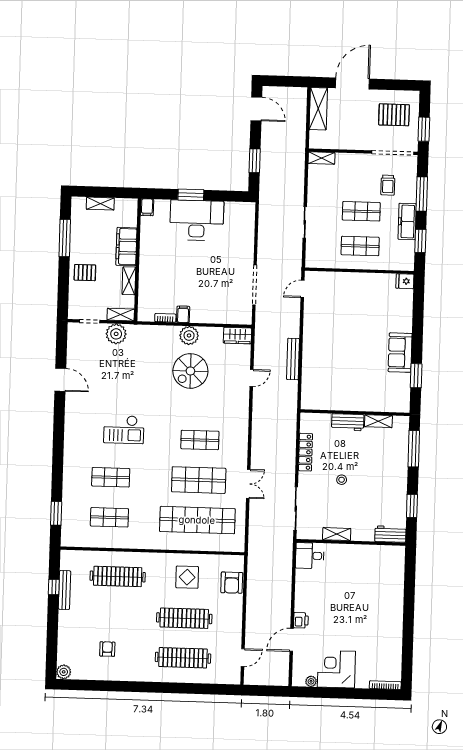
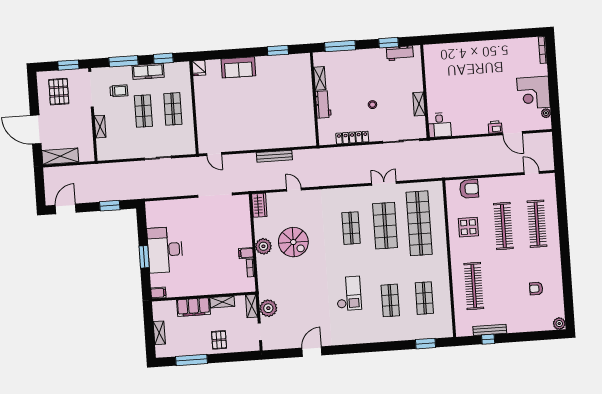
shelving: (322, 158) -> (100, 127), moved
sofa: (400, 353) -> (238, 67), moved
workbench: (390, 534) -> (400, 53), moved, turned -90

